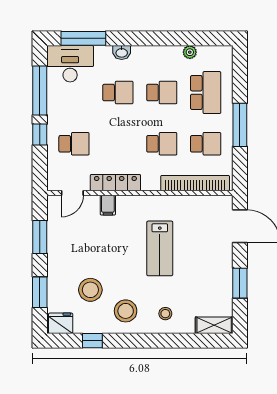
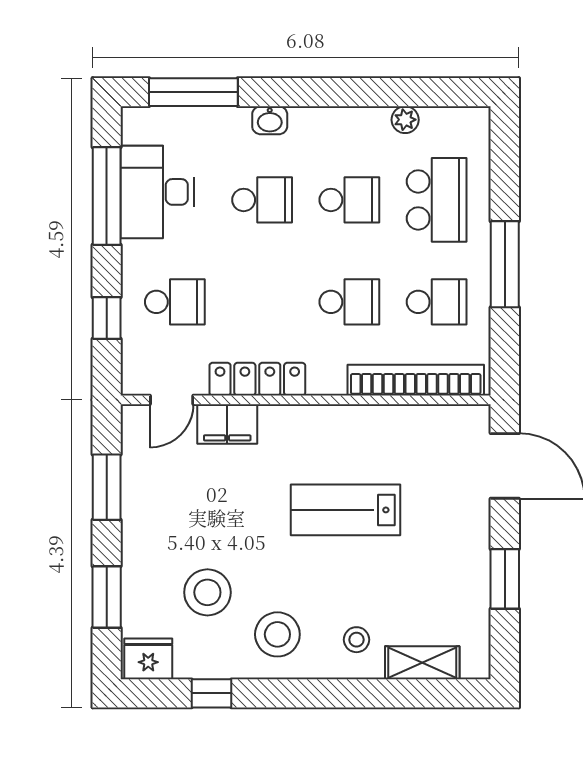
desk: (70, 64) -> (157, 192), moved, turned -90
window: (40, 134) -> (107, 318), moved
filing cabinet: (108, 205) -> (227, 424), width x2.00
lab bench: (160, 248) -> (345, 510), turned 90
shelving: (214, 325) -> (422, 663), moved

